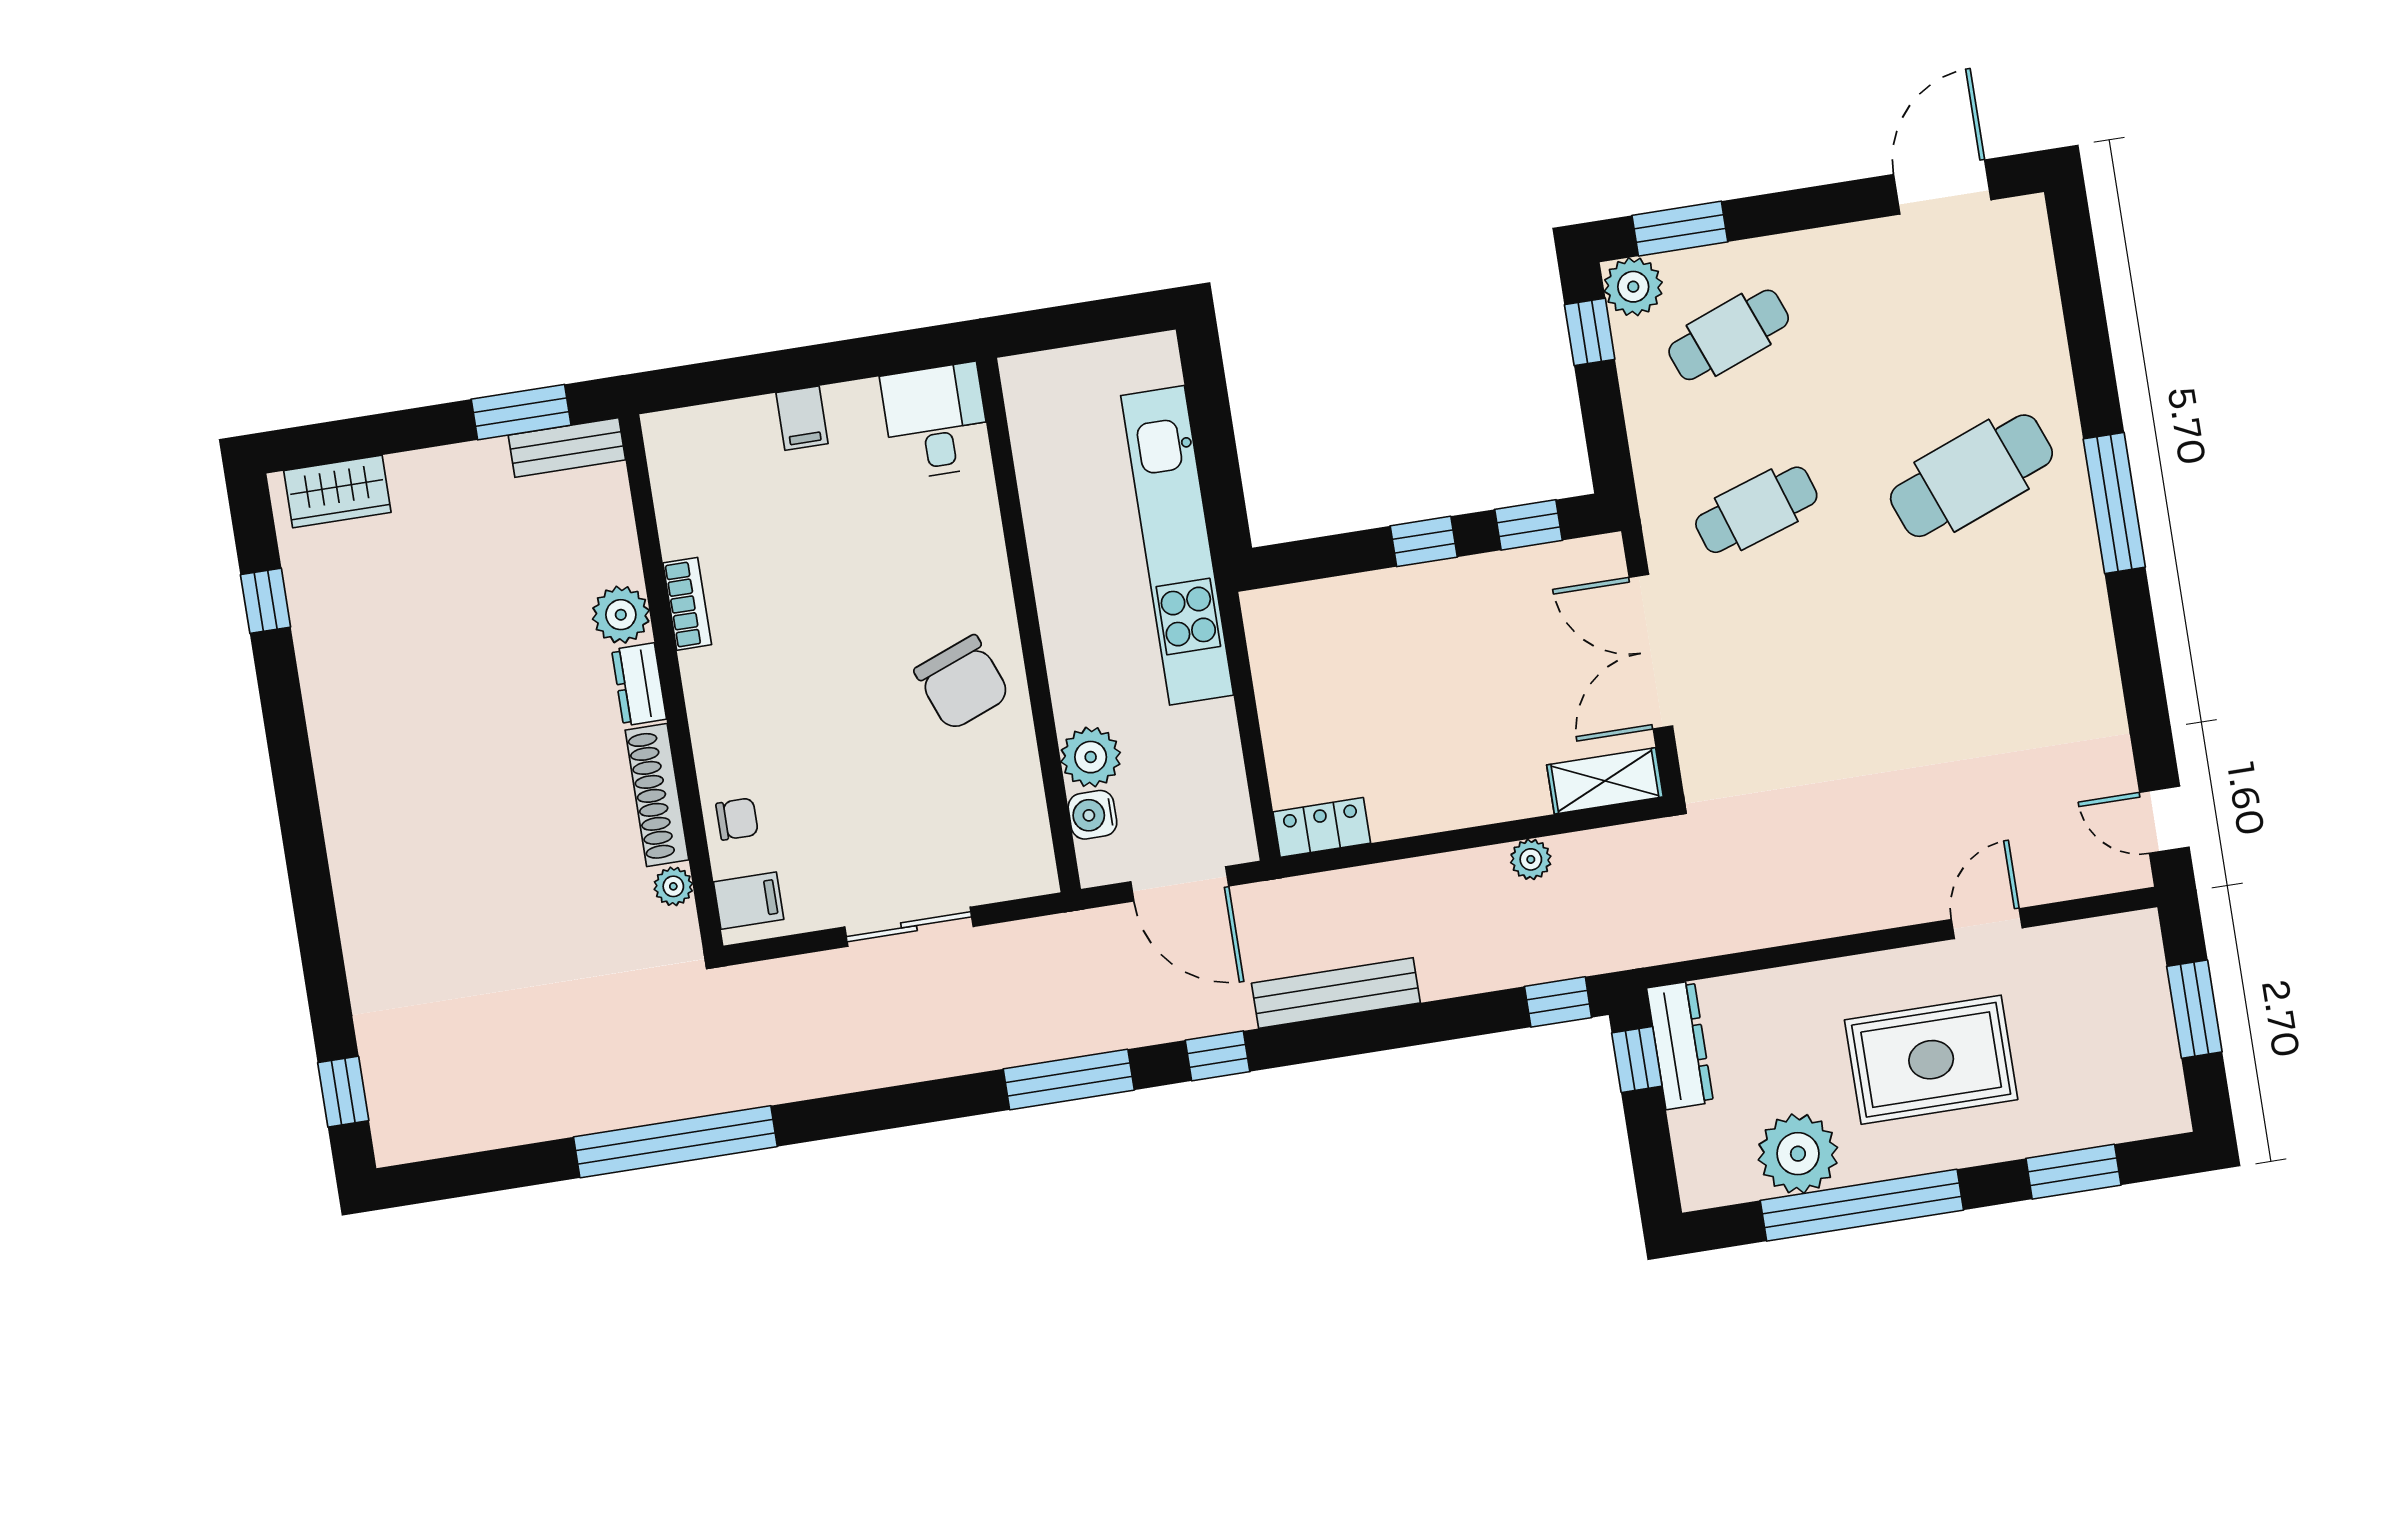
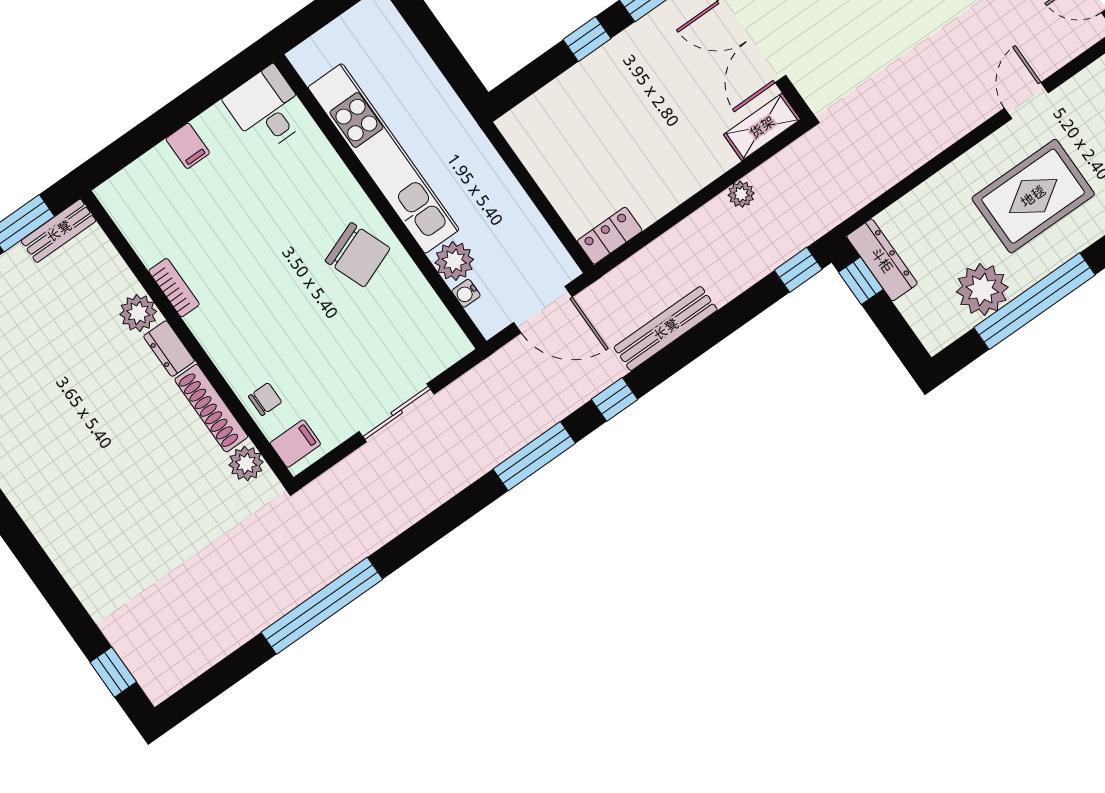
kitchen unit: (1177, 545) -> (384, 158), moved, turned 180
water cooler: (1092, 815) -> (466, 293), width x0.72, depth x0.72
plant: (673, 886) -> (246, 464), width x1.38, depth x1.38

